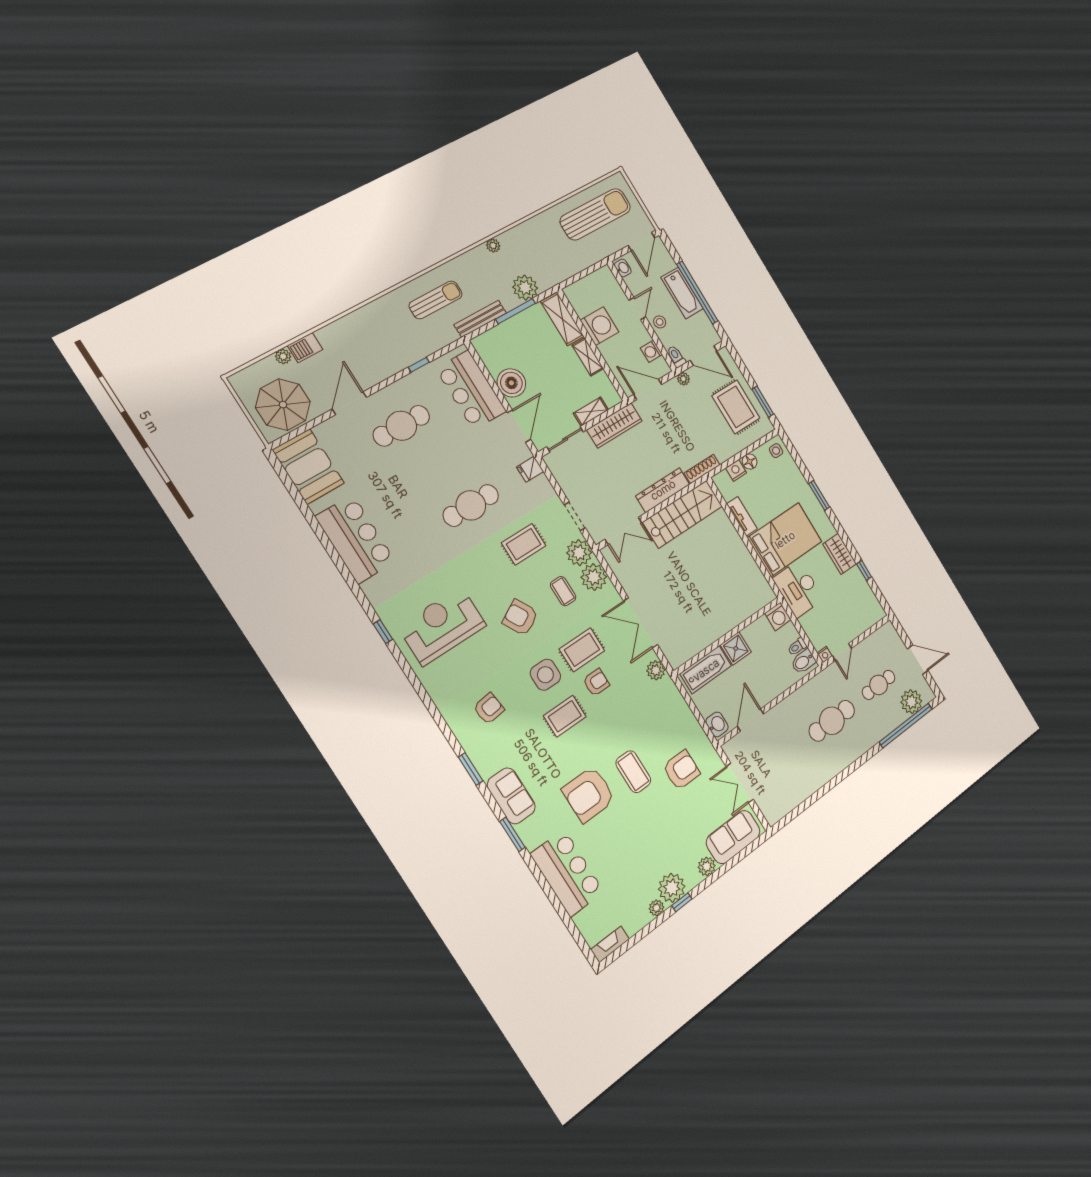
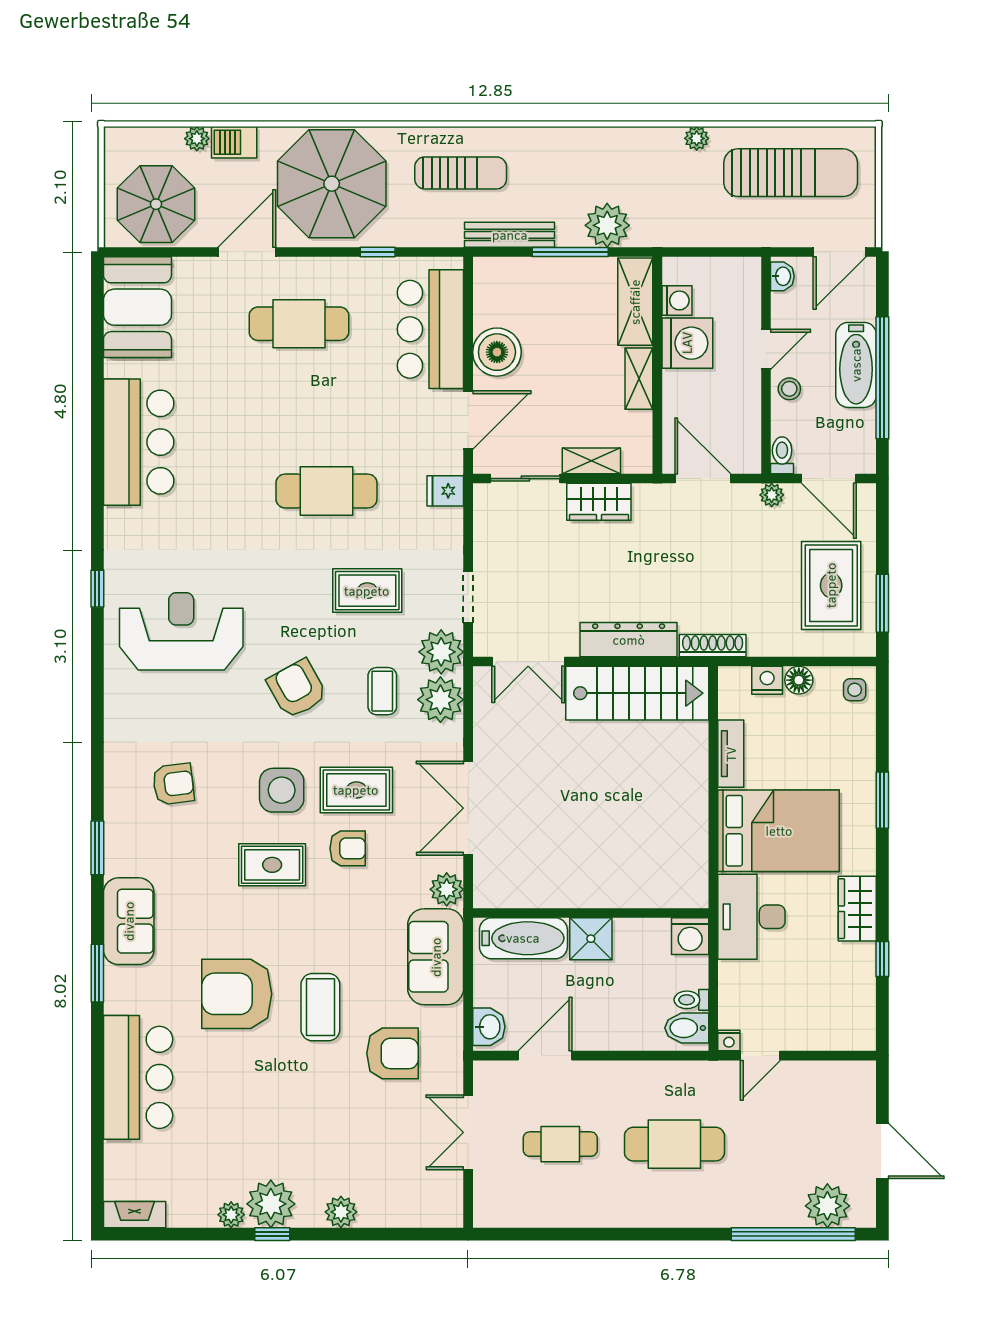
plant: (493, 245) -> (697, 138), moved
parasol: (372, 342) -> (332, 184), added
washing machine: (651, 351) -> (677, 300), moved, turned 180
wardrobe: (614, 425) -> (599, 502), width x0.67
cafe table: (879, 685) -> (560, 1144), moved
sofa: (733, 837) -> (436, 957), moved, turned -90

